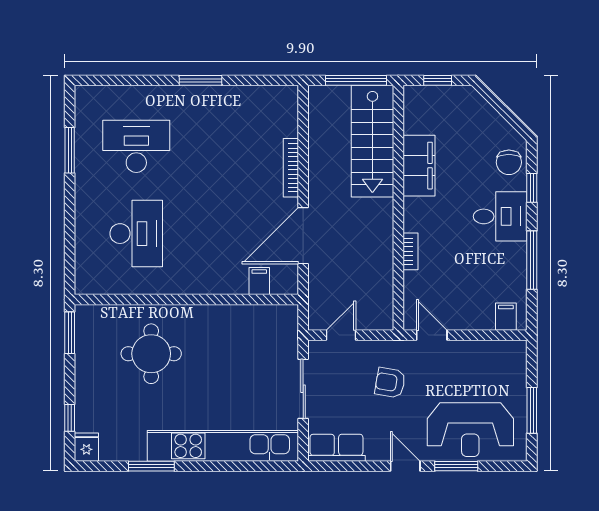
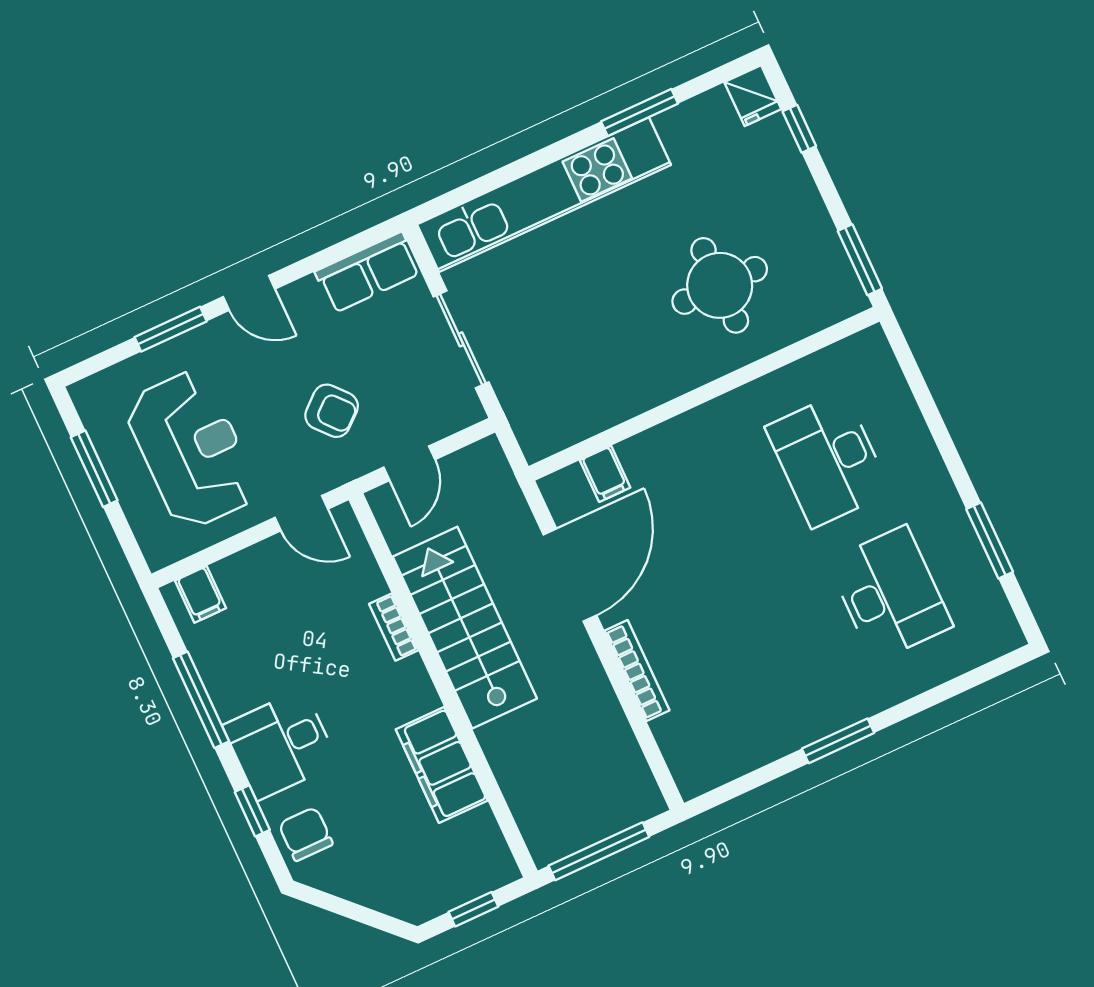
stairs: (372, 141) -> (465, 628), moved
desk: (136, 146) -> (890, 594), turned -90
door: (341, 335) -> (409, 463), moved
armchair: (390, 383) -> (332, 411), turned 39
reception desk: (470, 430) -> (191, 450), moved, turned 90

